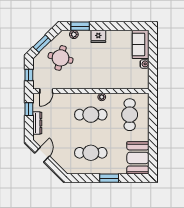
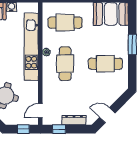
kitchen unit: (107, 83) -> (31, 47), added
door: (46, 91) -> (40, 111), swing flipped
cafe table: (91, 153) -> (105, 64), turned 90

